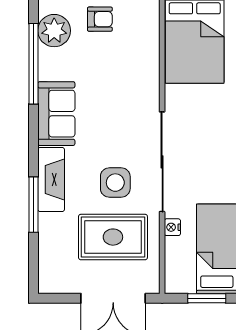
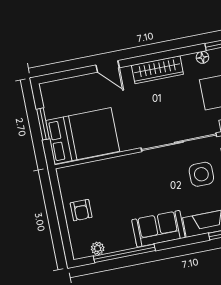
armchair: (100, 19) -> (81, 210), turned 180
plant: (54, 31) -> (98, 248), width x0.53, depth x0.53

